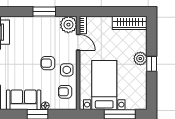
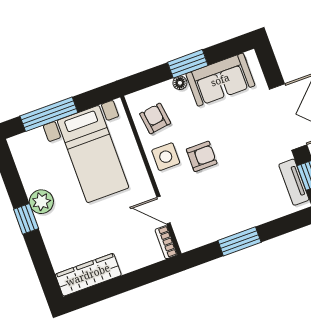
plant: (68, 25) -> (191, 234), removed
plant: (140, 59) -> (41, 202), moved
armchair: (65, 92) -> (155, 118), turned -98

